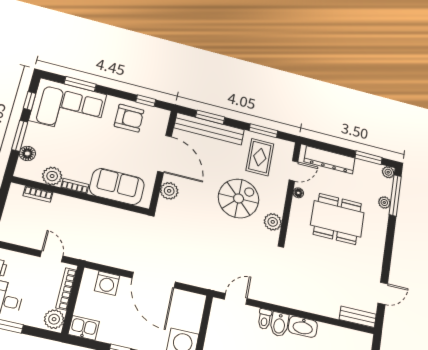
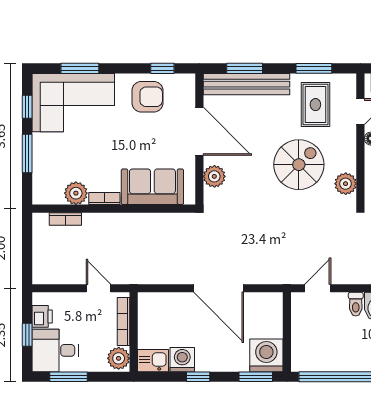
floor lamp: (27, 153) -> (41, 173), removed
washing machine: (107, 283) -> (182, 360), moved, turned 180

